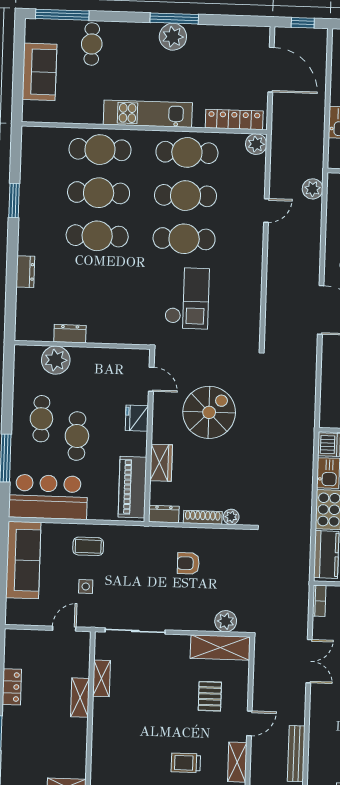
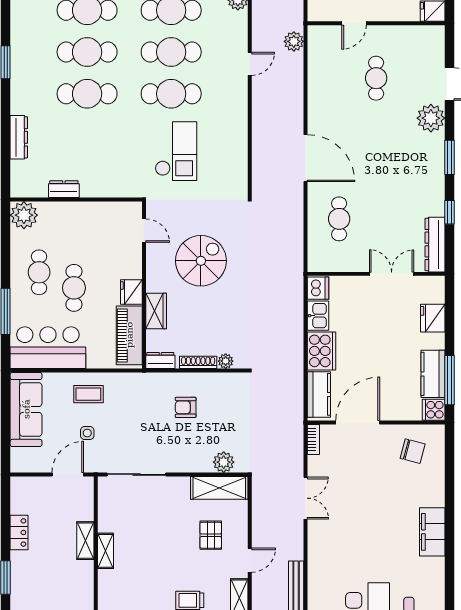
dresser: (25, 272) -> (19, 137), width x1.44
plant: (56, 360) -> (24, 215), moved
fridge: (137, 418) -> (131, 292), moved
door: (64, 629) -> (68, 474), width x1.38
shelving: (102, 678) -> (105, 551), moved

